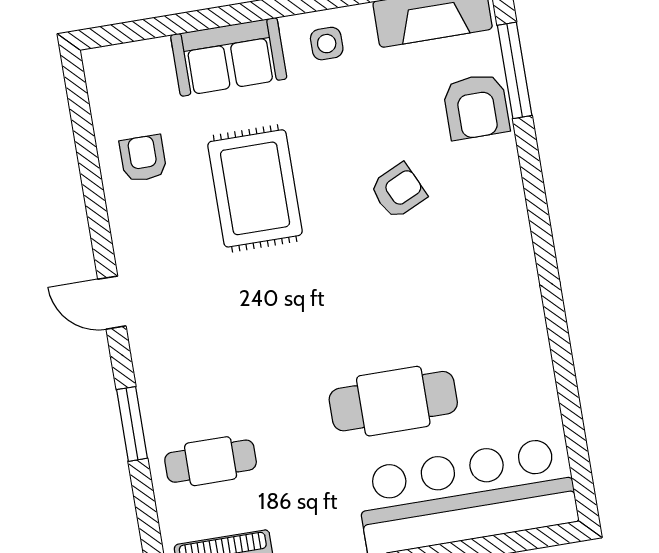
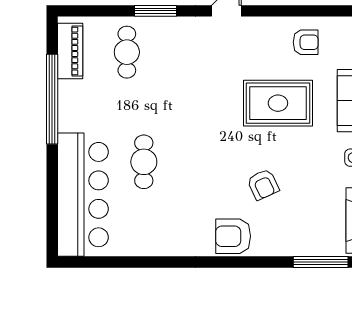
armchair: (476, 107) -> (233, 236), moved
cafe table: (393, 401) -> (144, 162), width x0.73, depth x0.74

